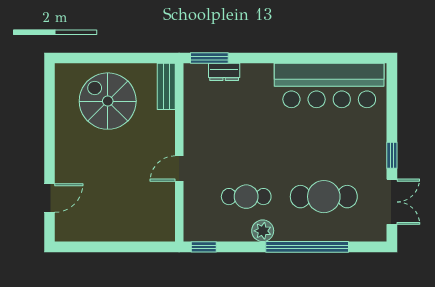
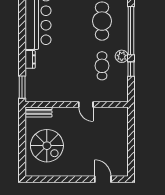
dresser: (224, 72) -> (30, 59), moved
spiral stairs: (108, 101) -> (47, 146), turned -90
window: (204, 247) -> (131, 69), moved

